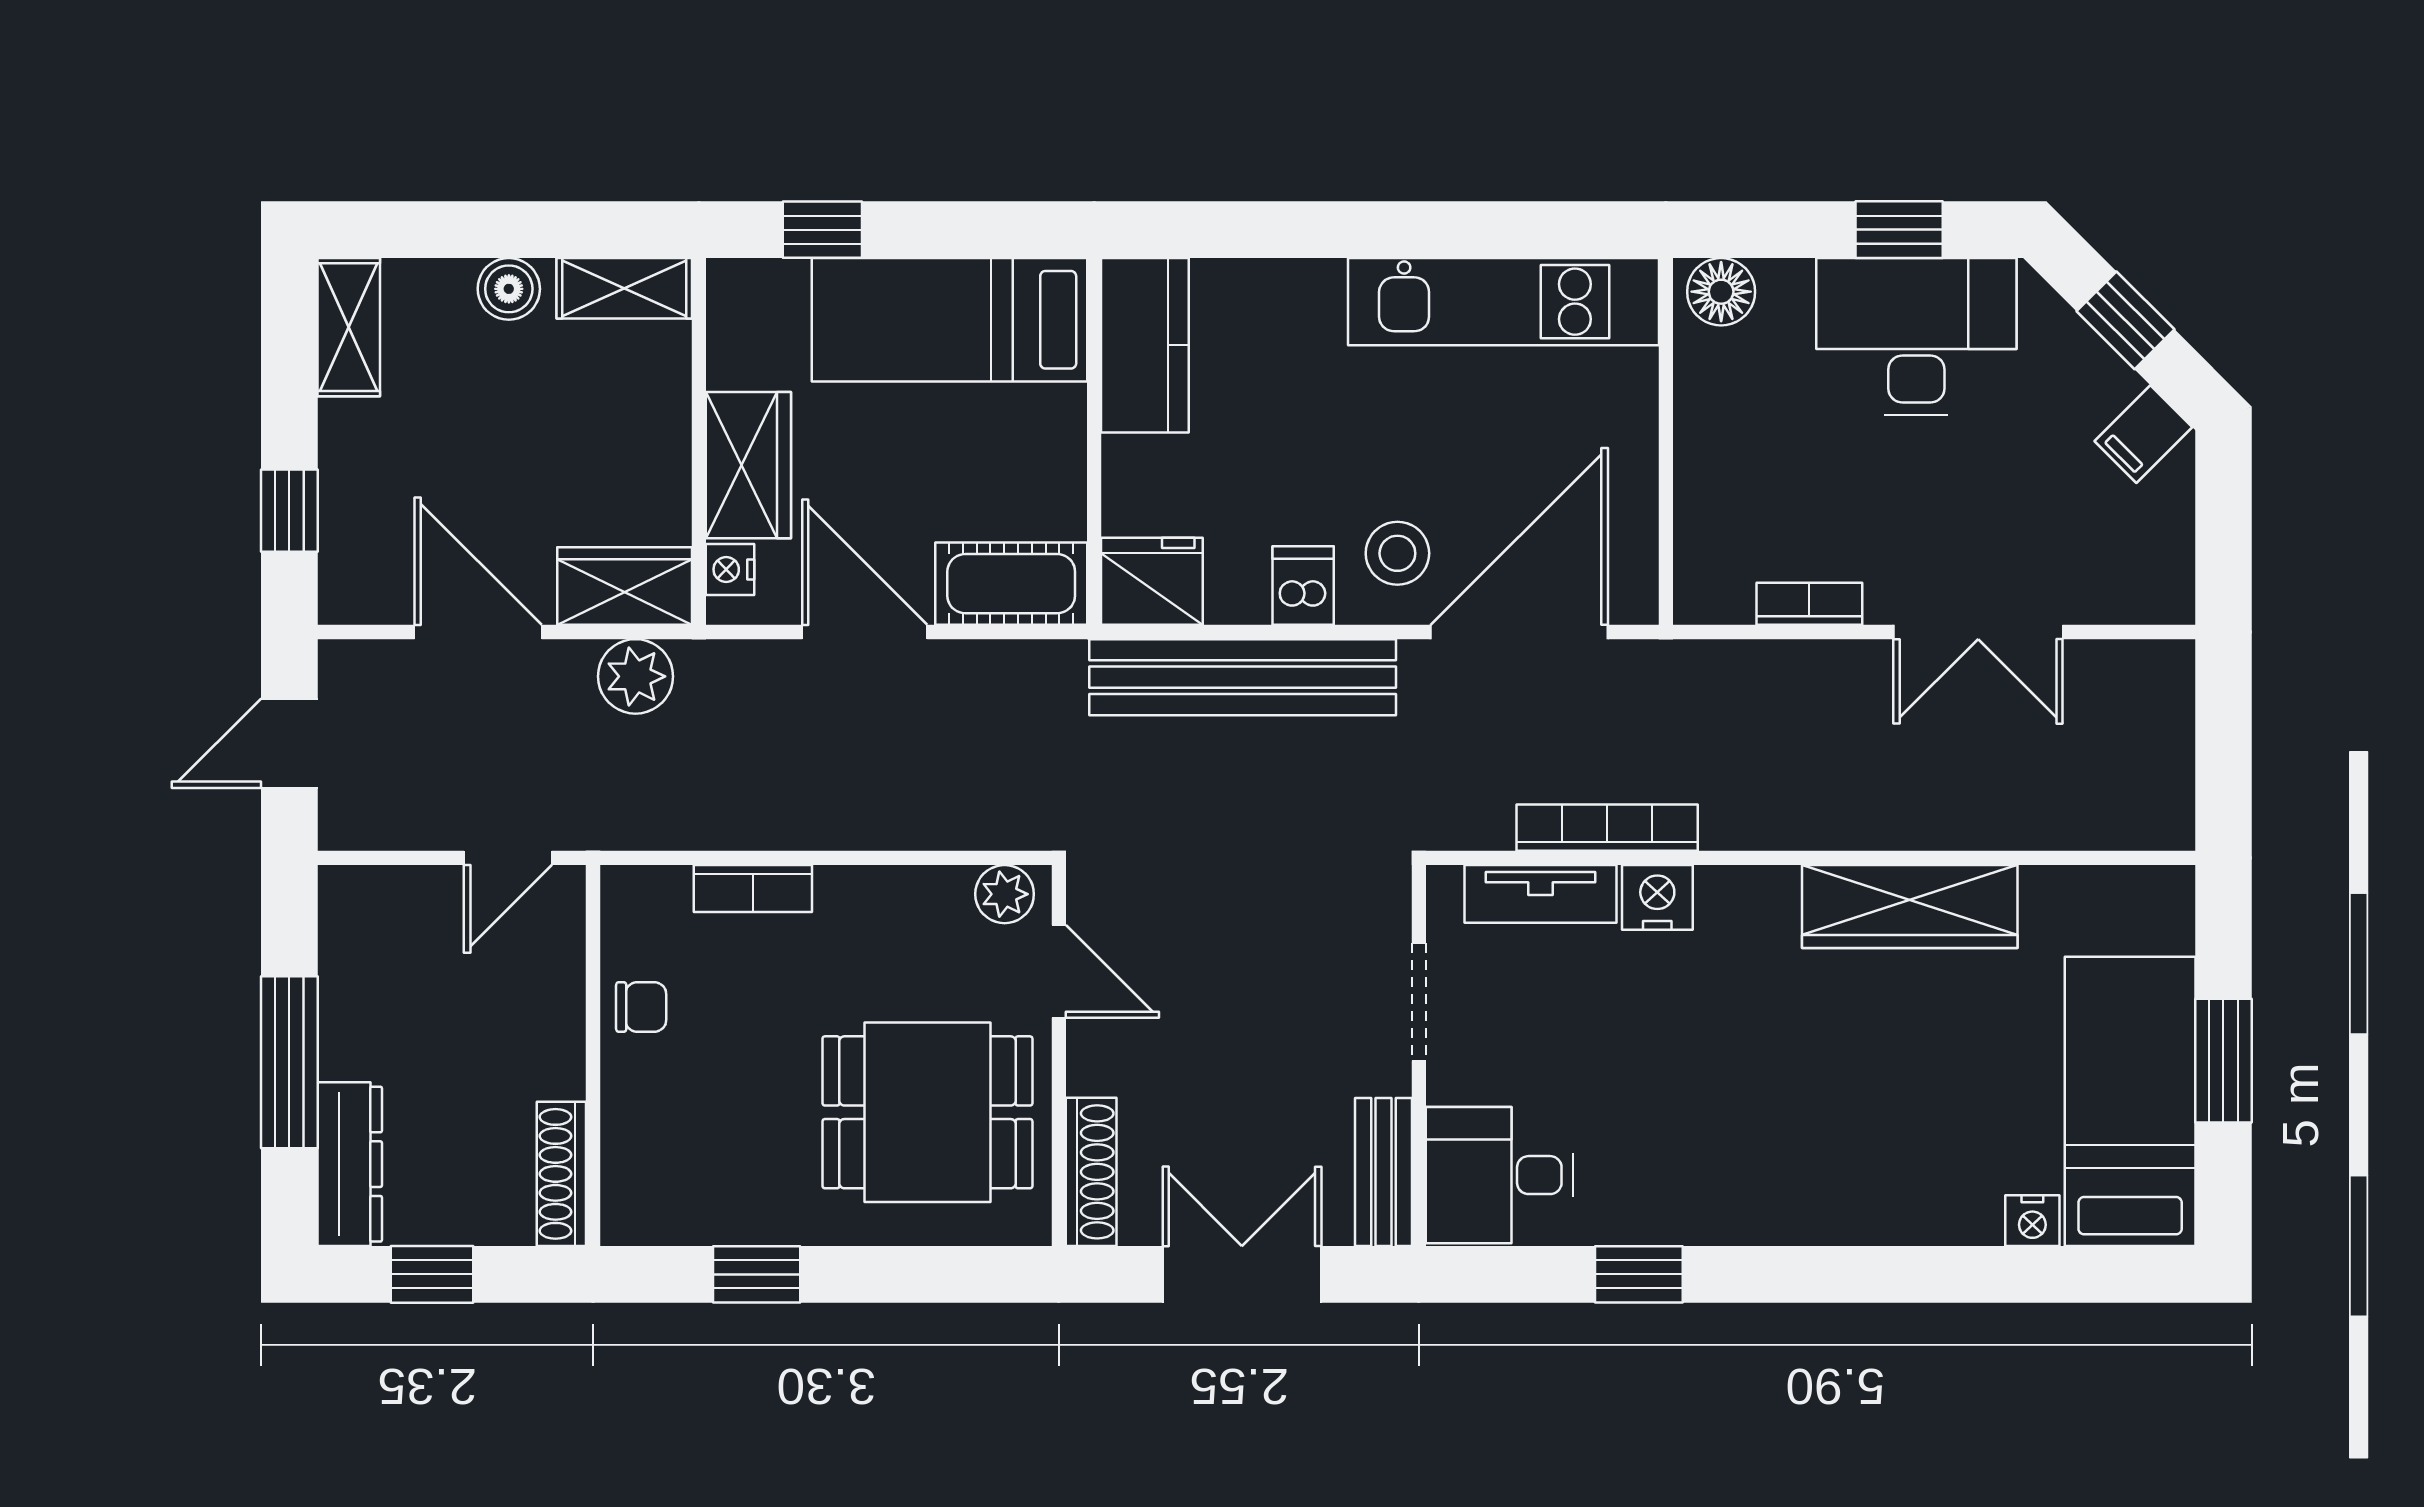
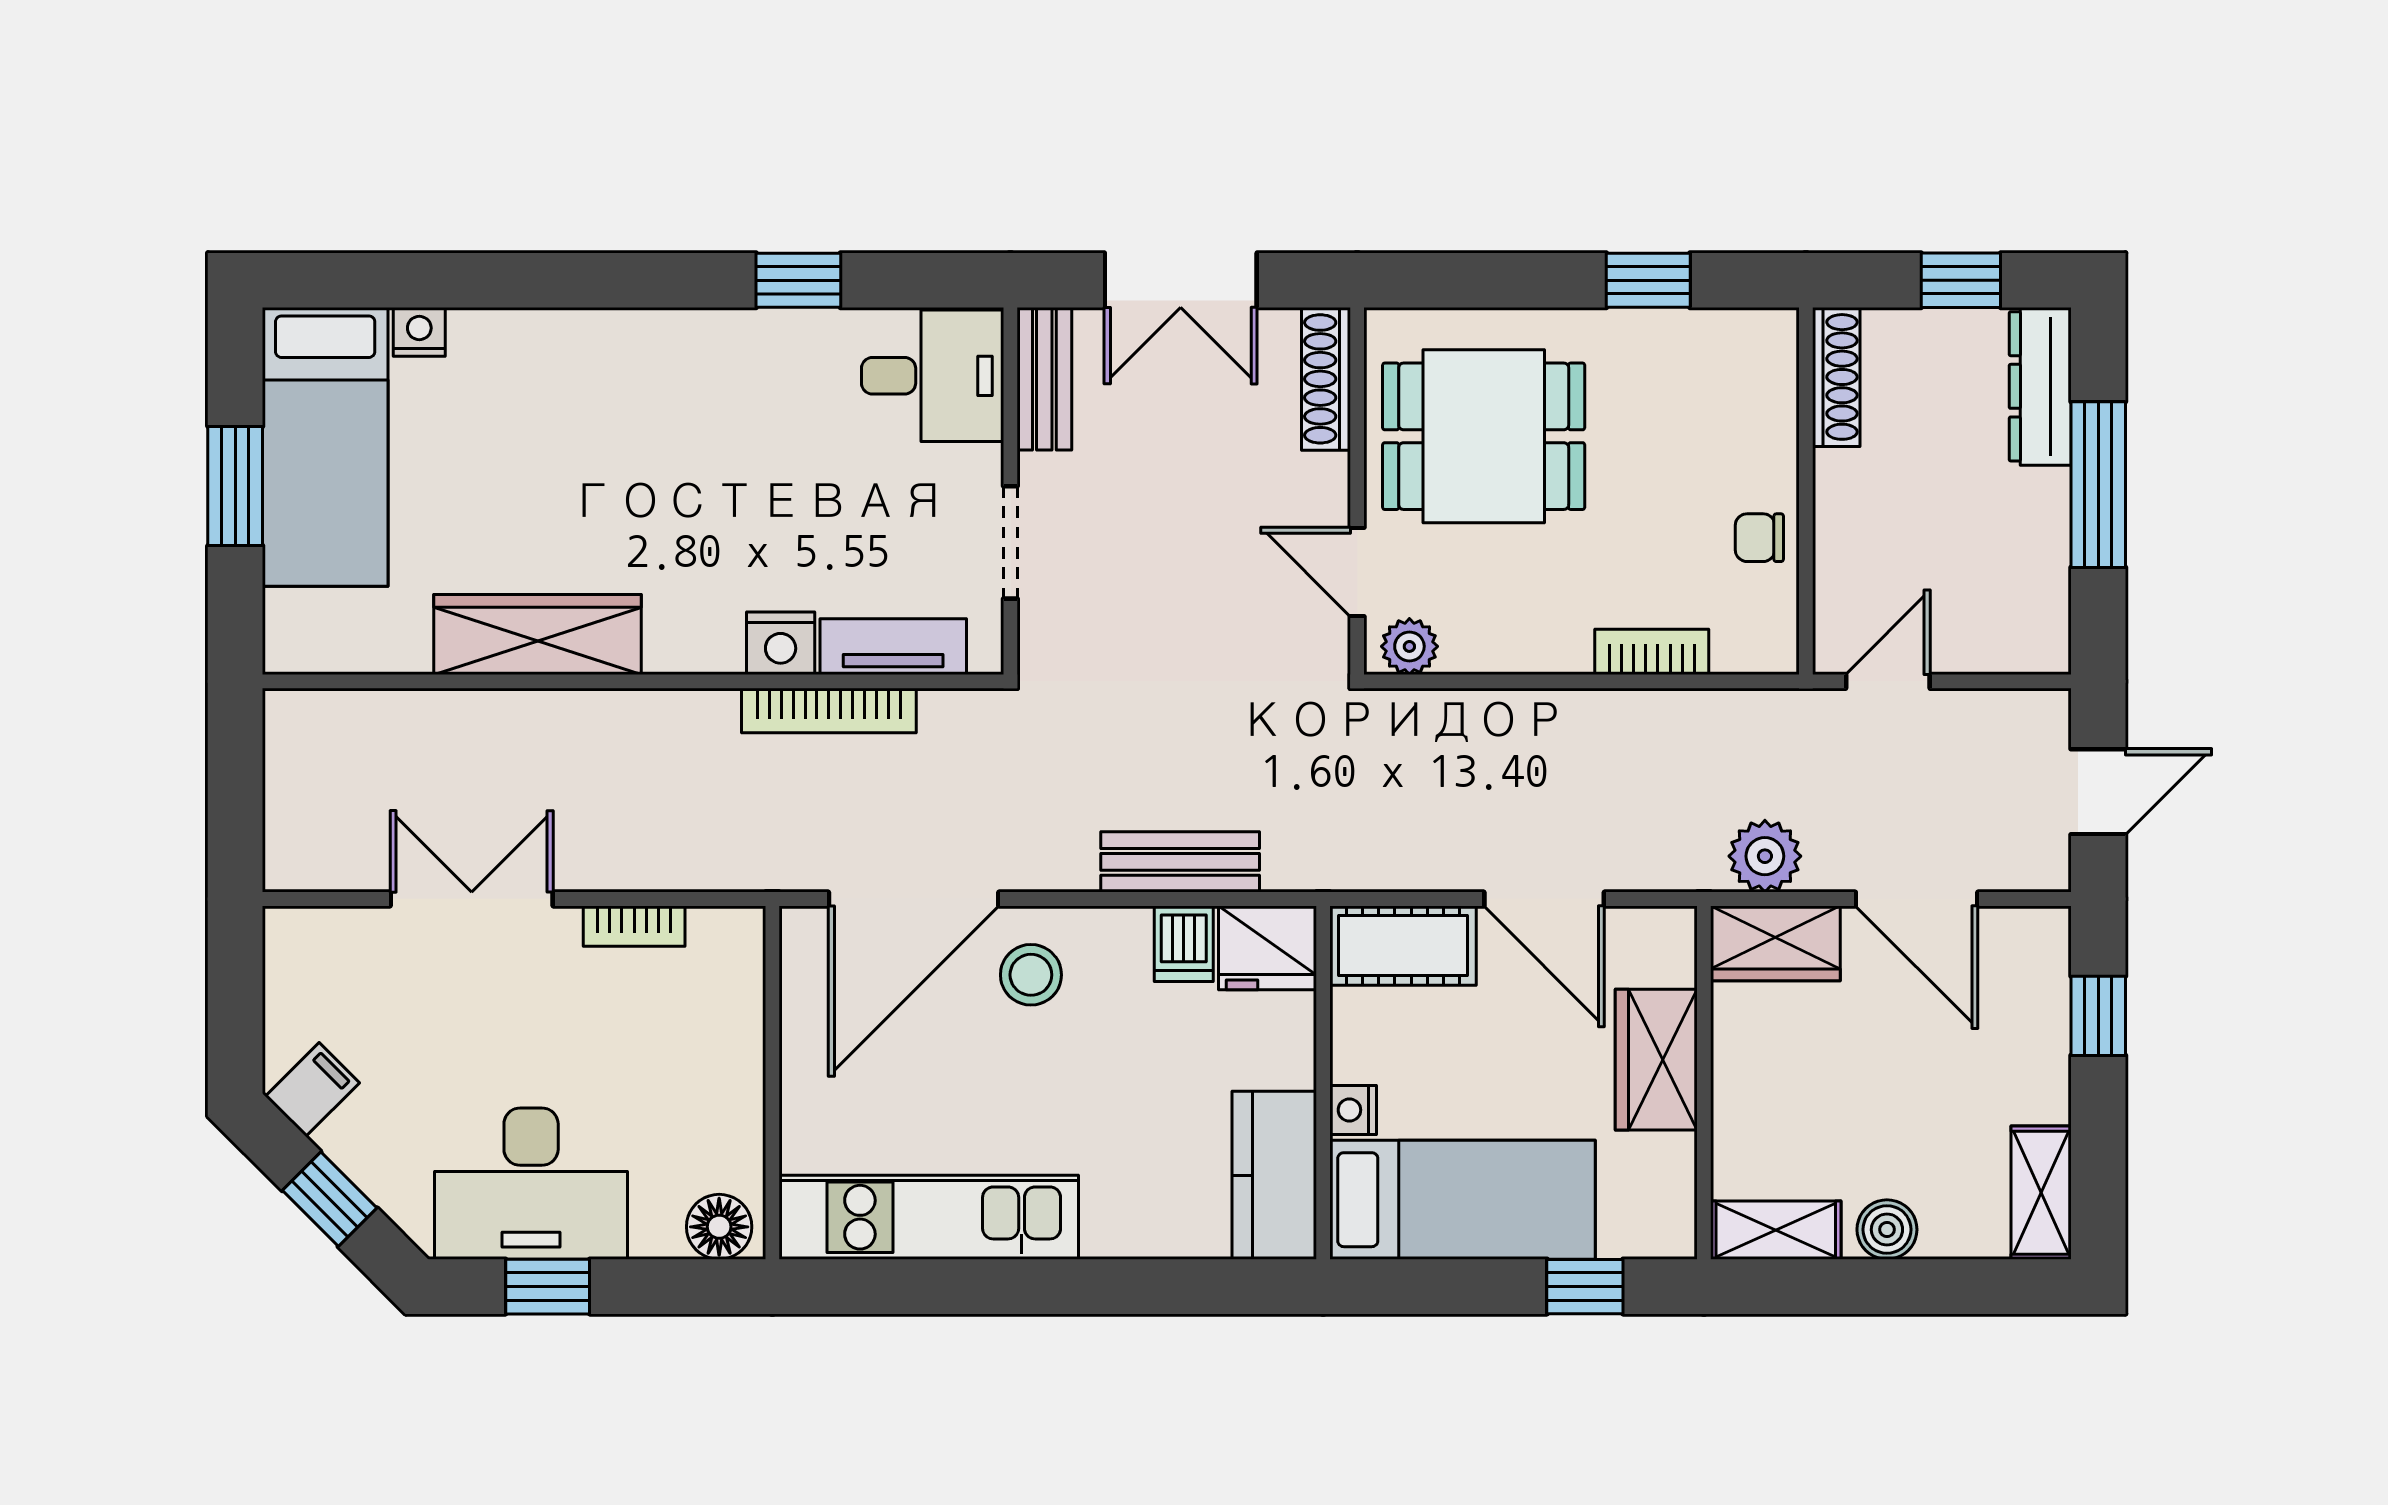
nightstand: (730, 569) -> (1353, 1110), moved, turned 180
dishwasher: (1303, 586) -> (1184, 944), moved
bench: (1243, 677) -> (1180, 862), width x0.54, depth x0.82

